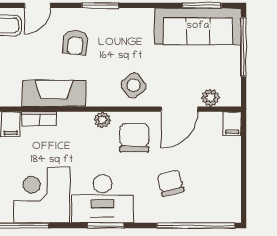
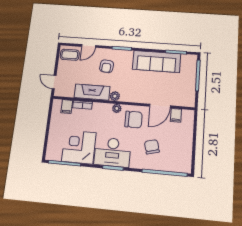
sofa: (198, 26) -> (156, 62), moved
side table: (134, 85) -> (136, 91), removed
plant: (210, 98) -> (115, 96), moved
filing cabinet: (232, 124) -> (176, 115), moved
chair: (134, 138) -> (133, 120), turned 90

